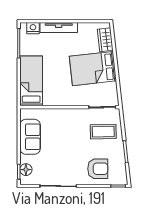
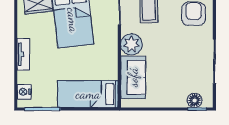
tv unit: (59, 27) -> (23, 54), width x0.71
plant: (72, 117) -> (131, 44), added
sofa: (30, 137) -> (133, 77), moved, turned 90

